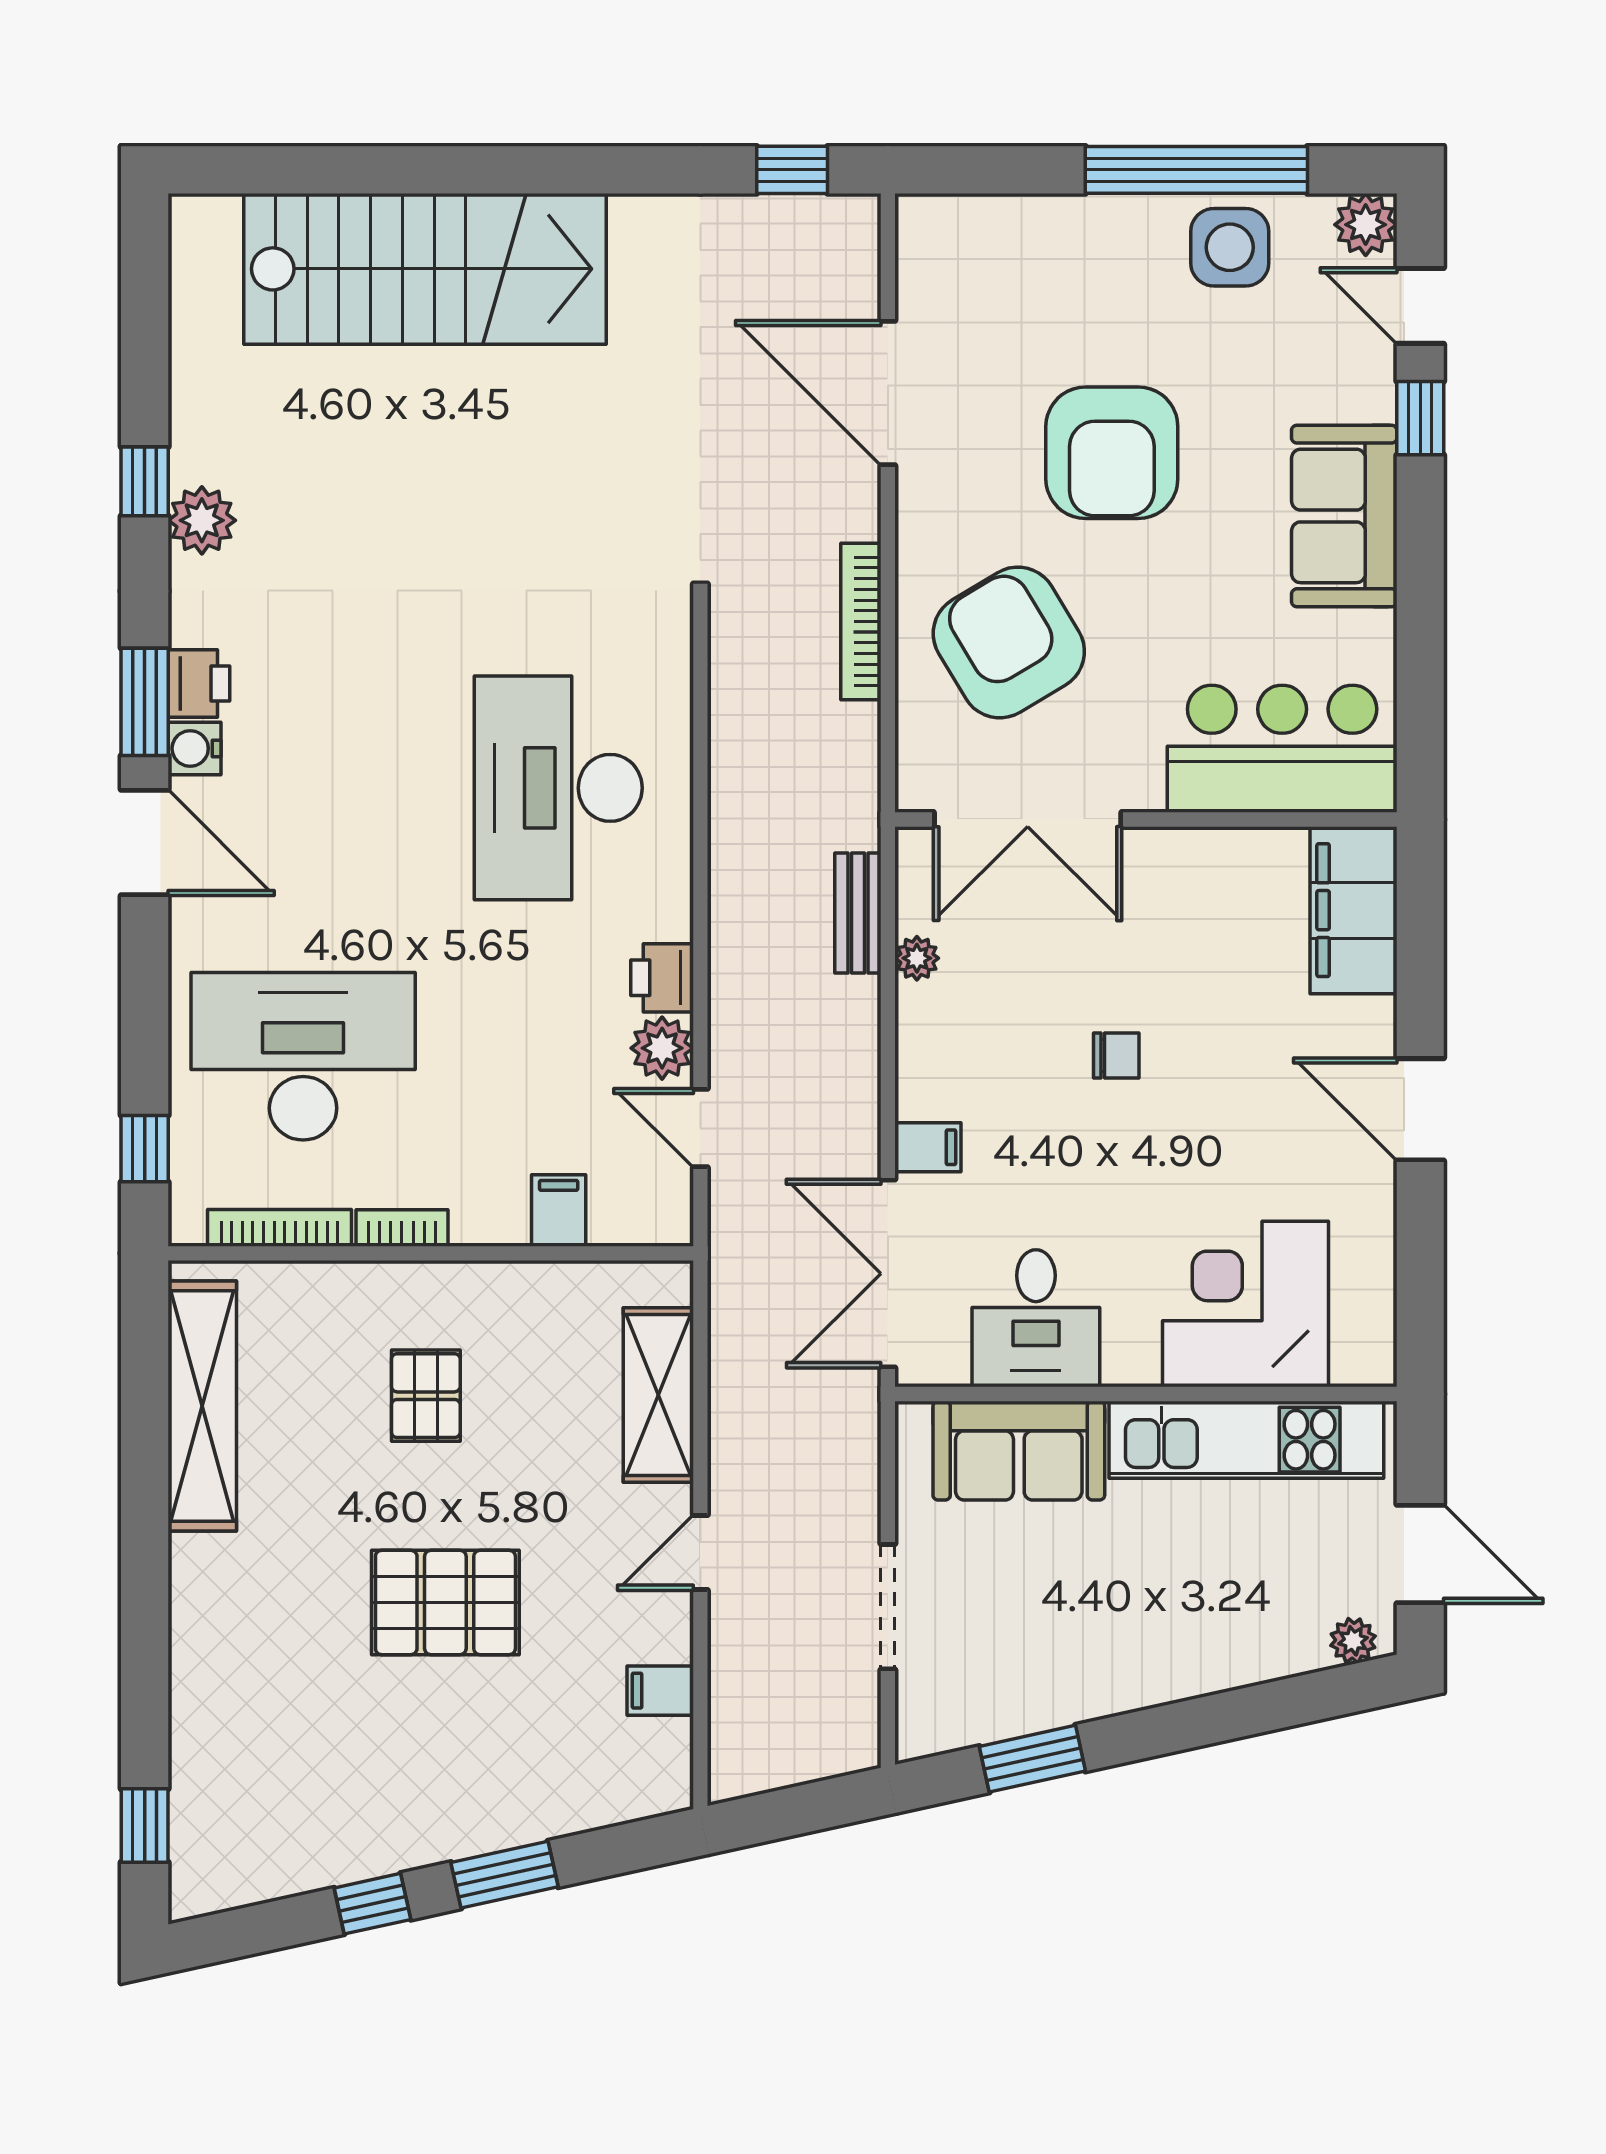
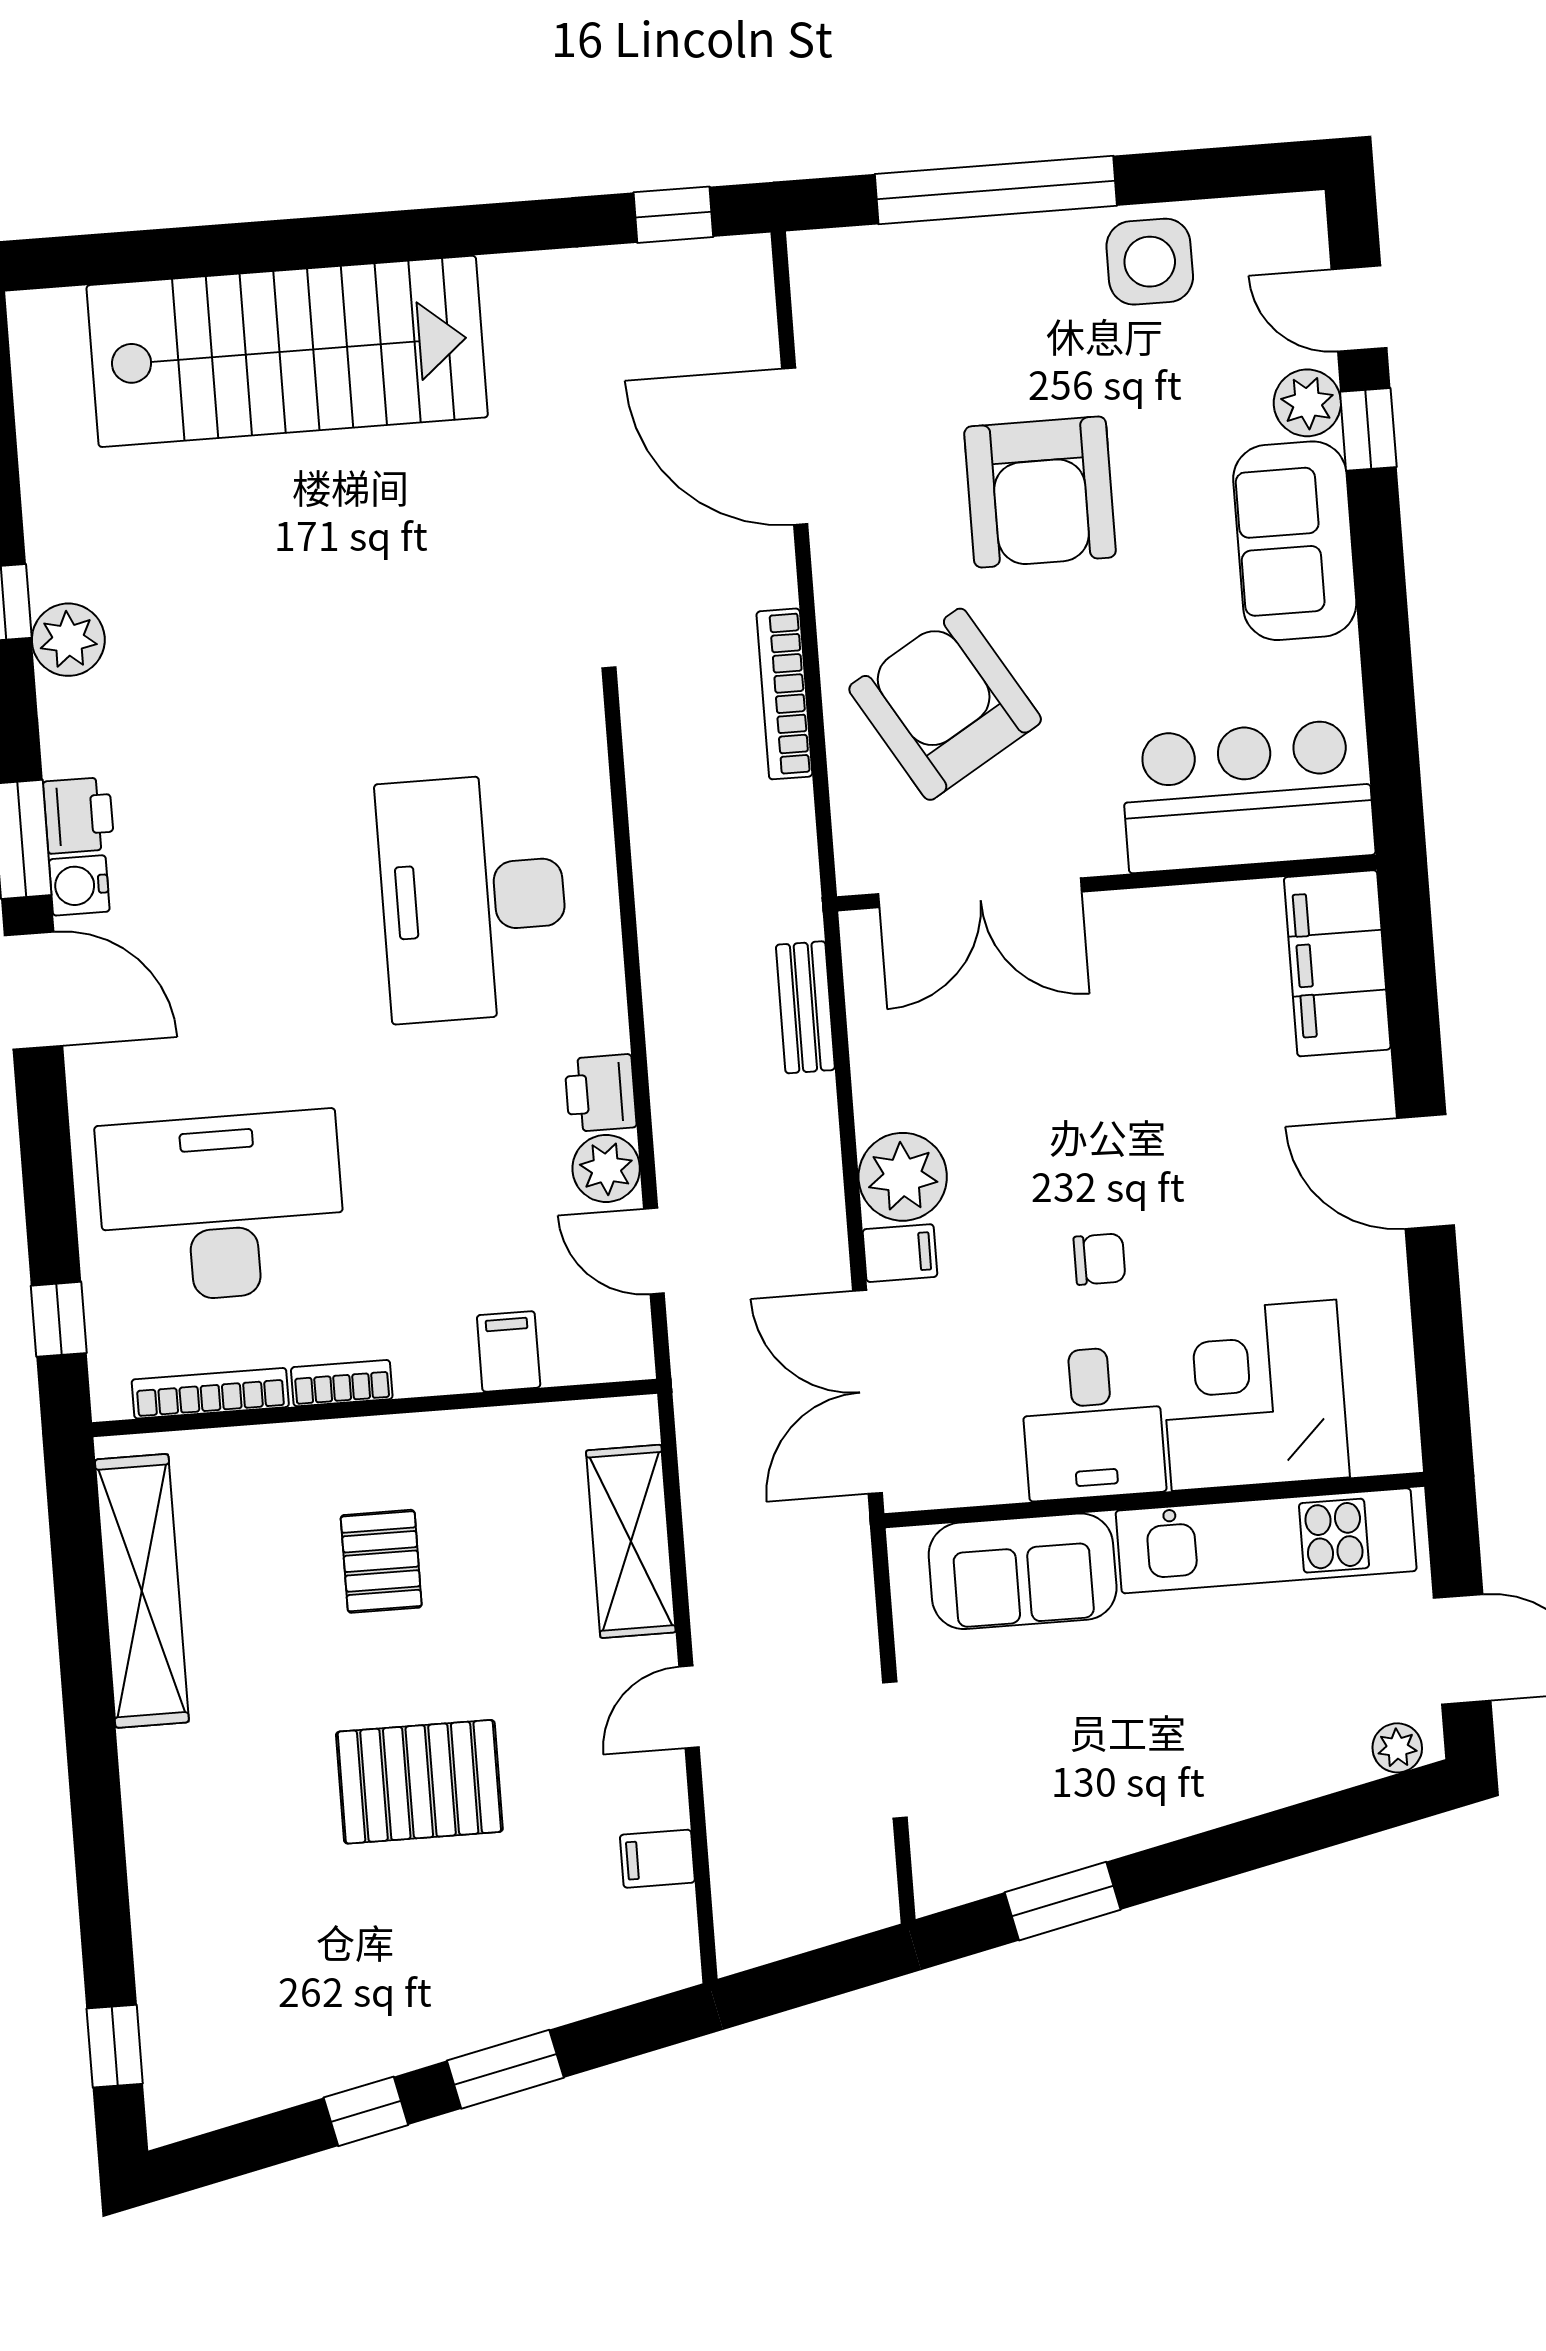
window: (1196, 170) -> (996, 190), moved
plant: (1366, 225) -> (1307, 403), moved
plant: (917, 958) -> (903, 1177), moved, width x1.87, depth x1.87
chair: (1116, 1056) -> (1099, 1259), moved
desk: (1036, 1318) -> (1093, 1423), moved

